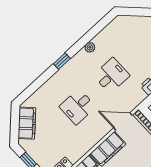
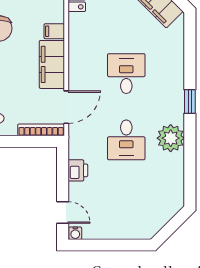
plant: (90, 47) -> (171, 138), width x1.88, depth x1.88

